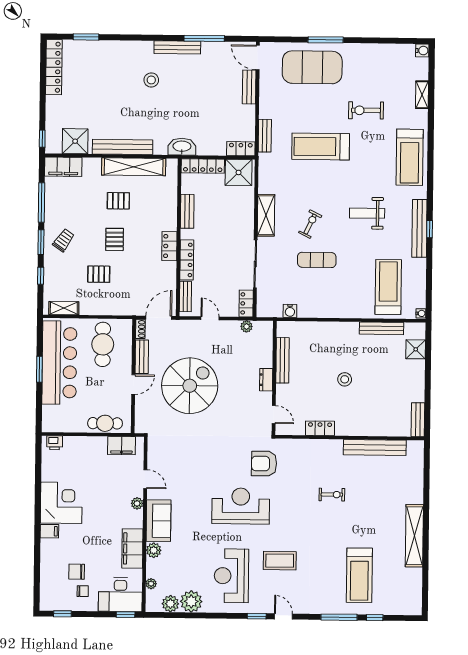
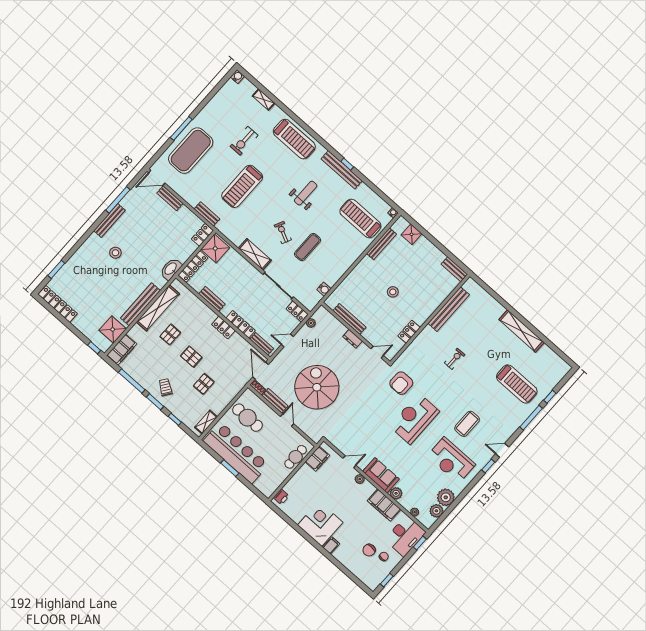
weight bench: (367, 213) -> (306, 193), turned 180

